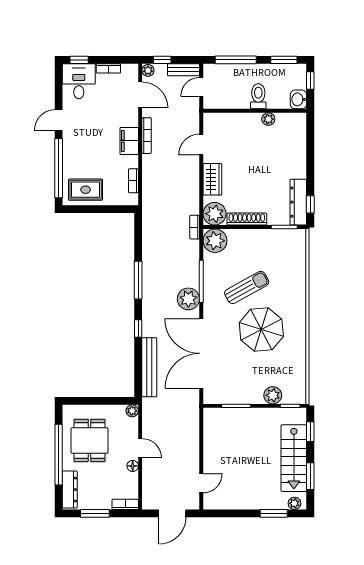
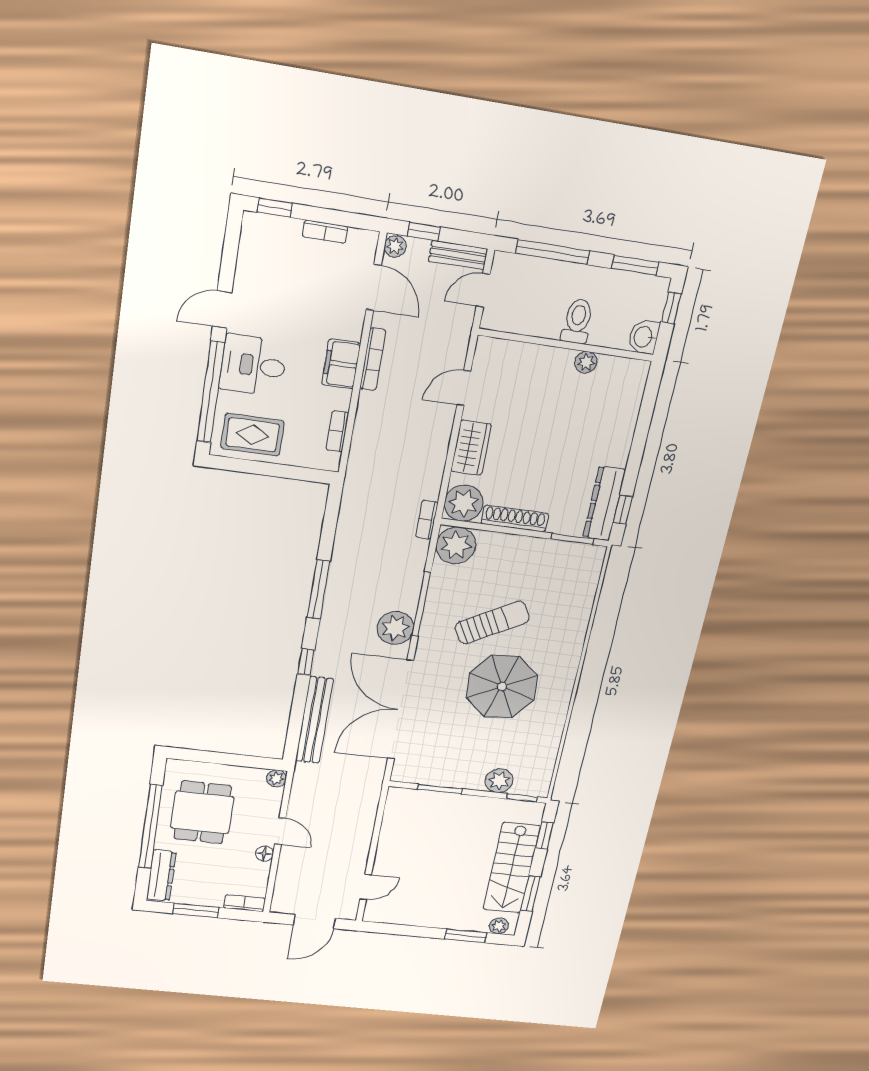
desk: (79, 81) -> (253, 365), moved, turned -90

